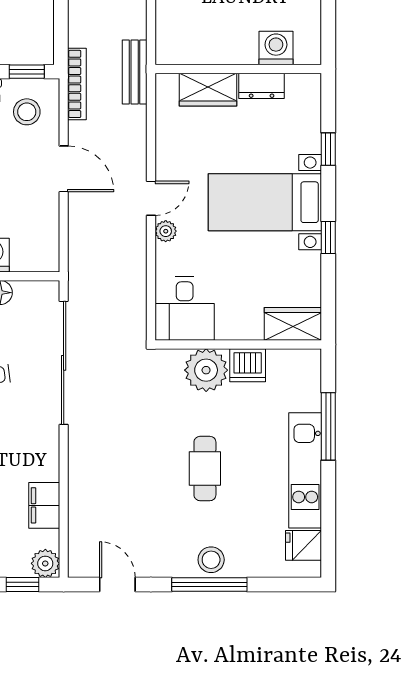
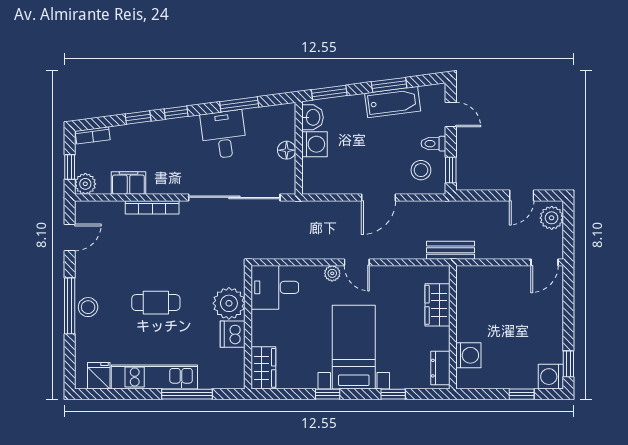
bookcase: (77, 84) -> (152, 207), moved
dresser: (262, 86) -> (440, 368), moved

